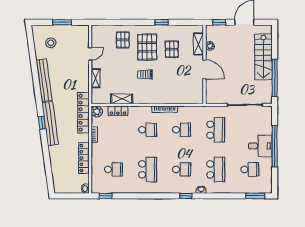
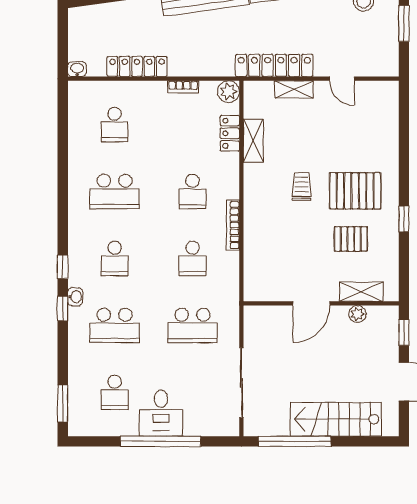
pallet: (123, 40) -> (369, 143), removed
locker: (83, 113) -> (274, 65), moved
window: (105, 196) -> (63, 308), moved

